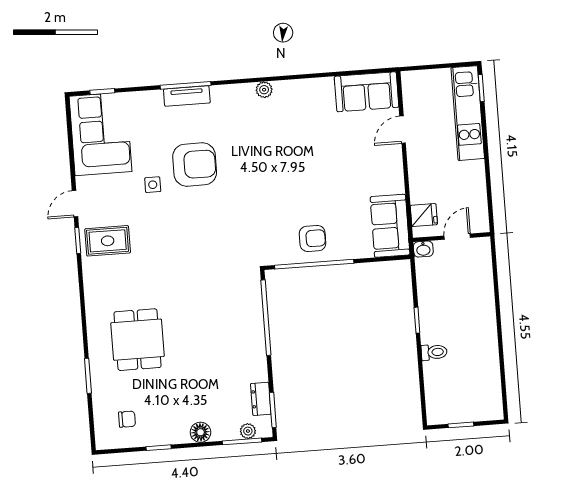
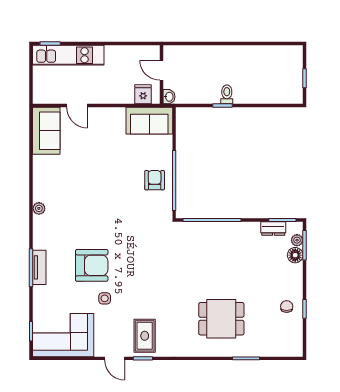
armchair: (195, 165) -> (92, 265), turned 90
toilet: (434, 352) -> (227, 94), moved
chair: (127, 419) -> (287, 307), moved
floor lamp: (200, 432) -> (295, 255), moved

